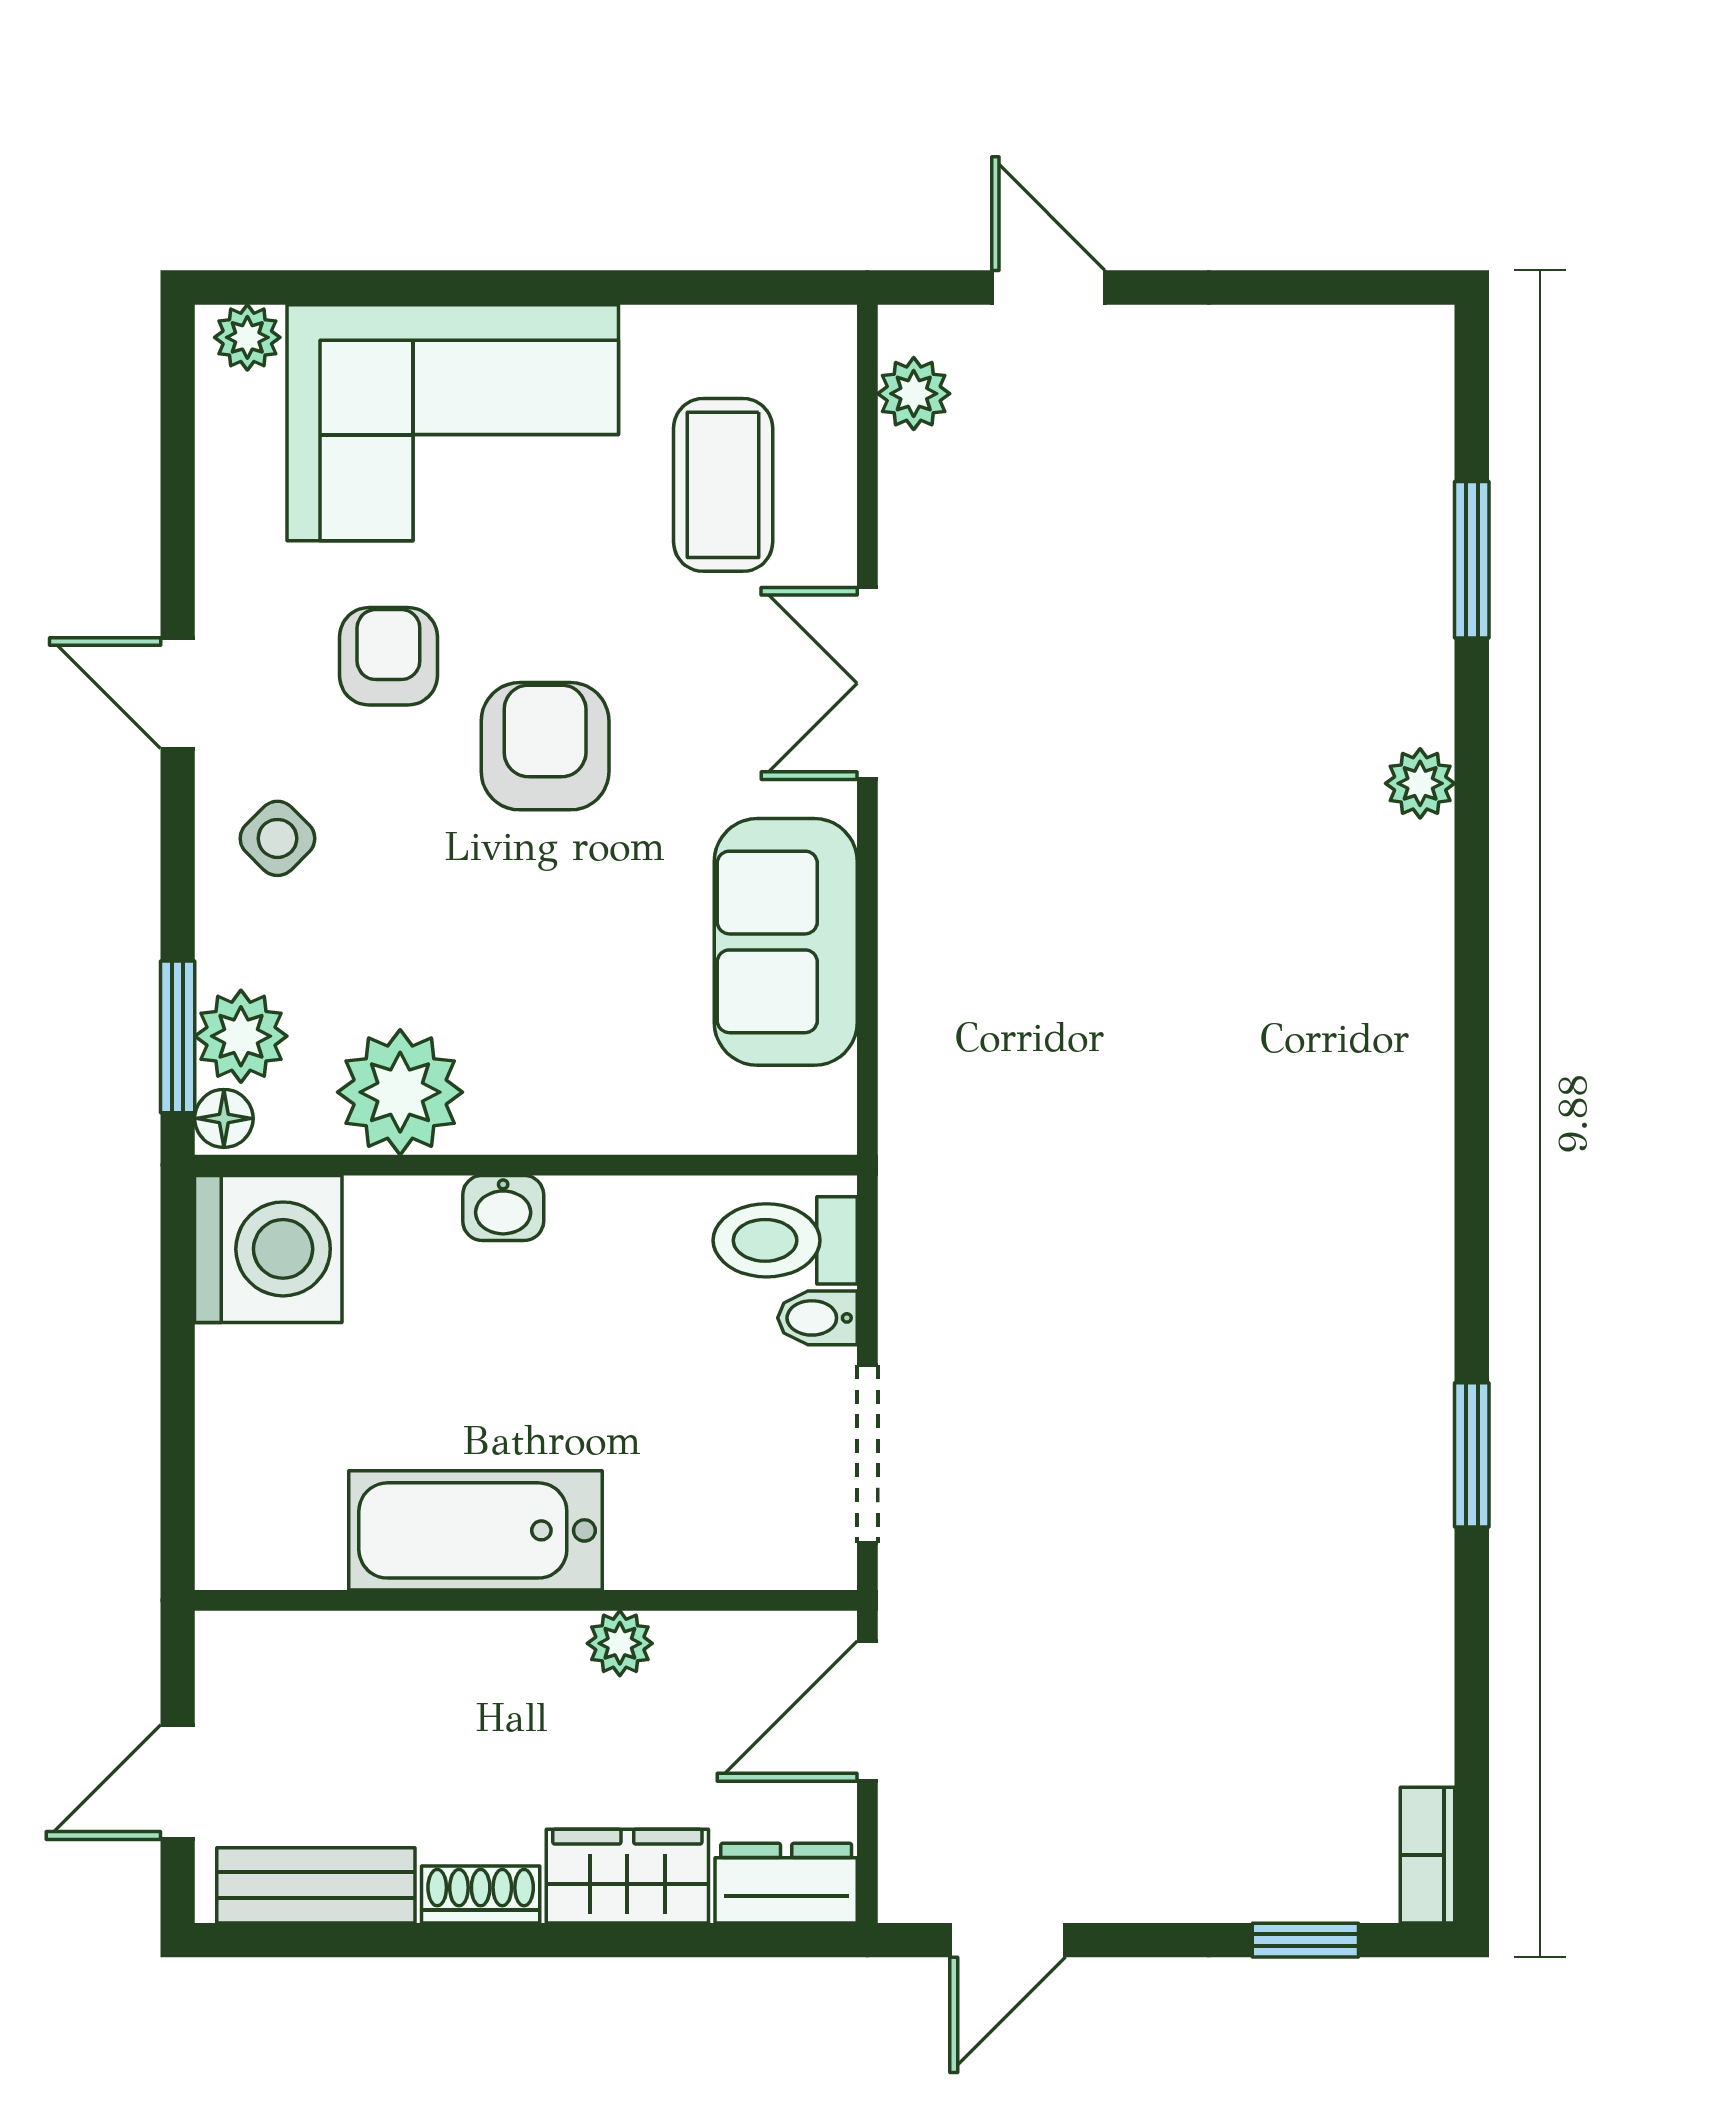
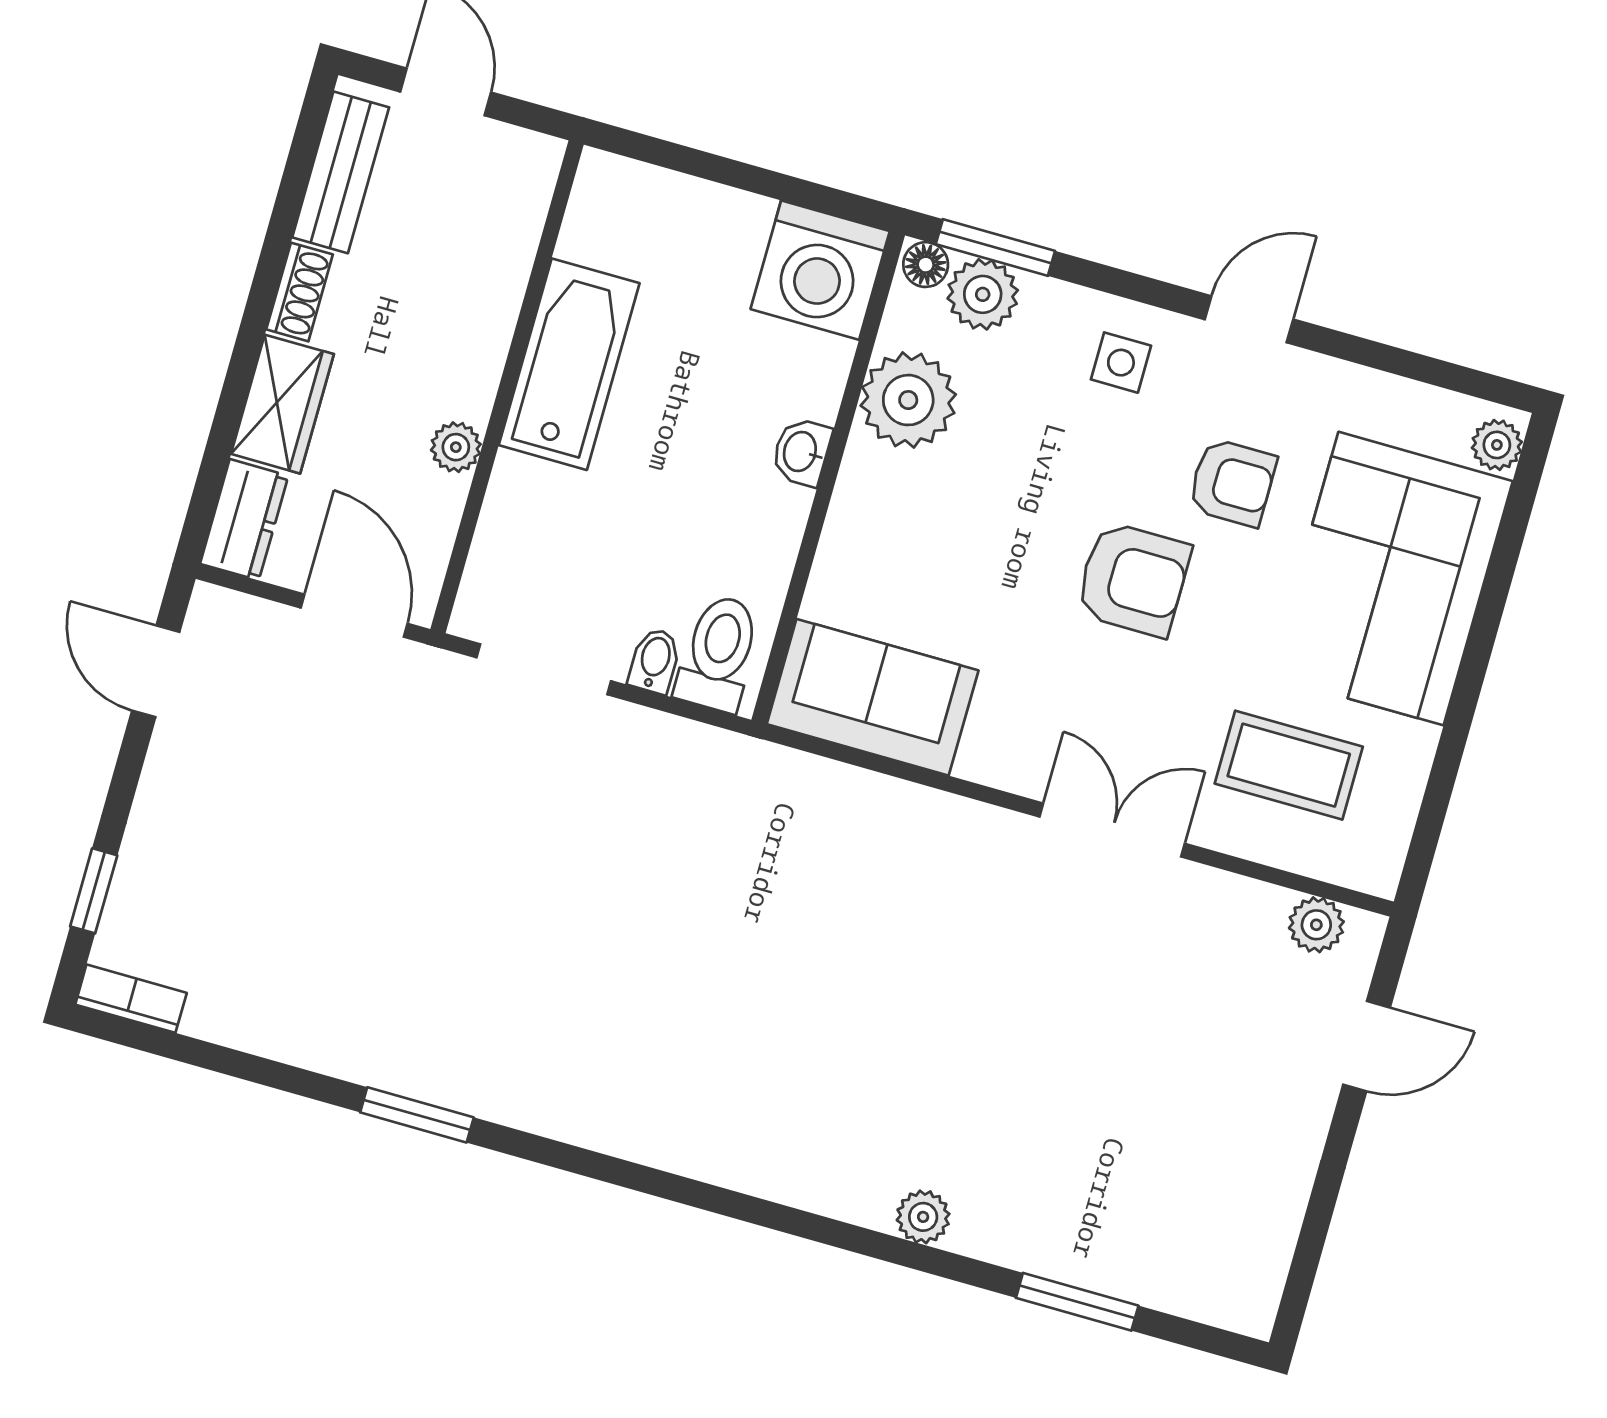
side table: (277, 838) -> (1121, 363), turned 45
sofa: (786, 942) -> (873, 697), moved

